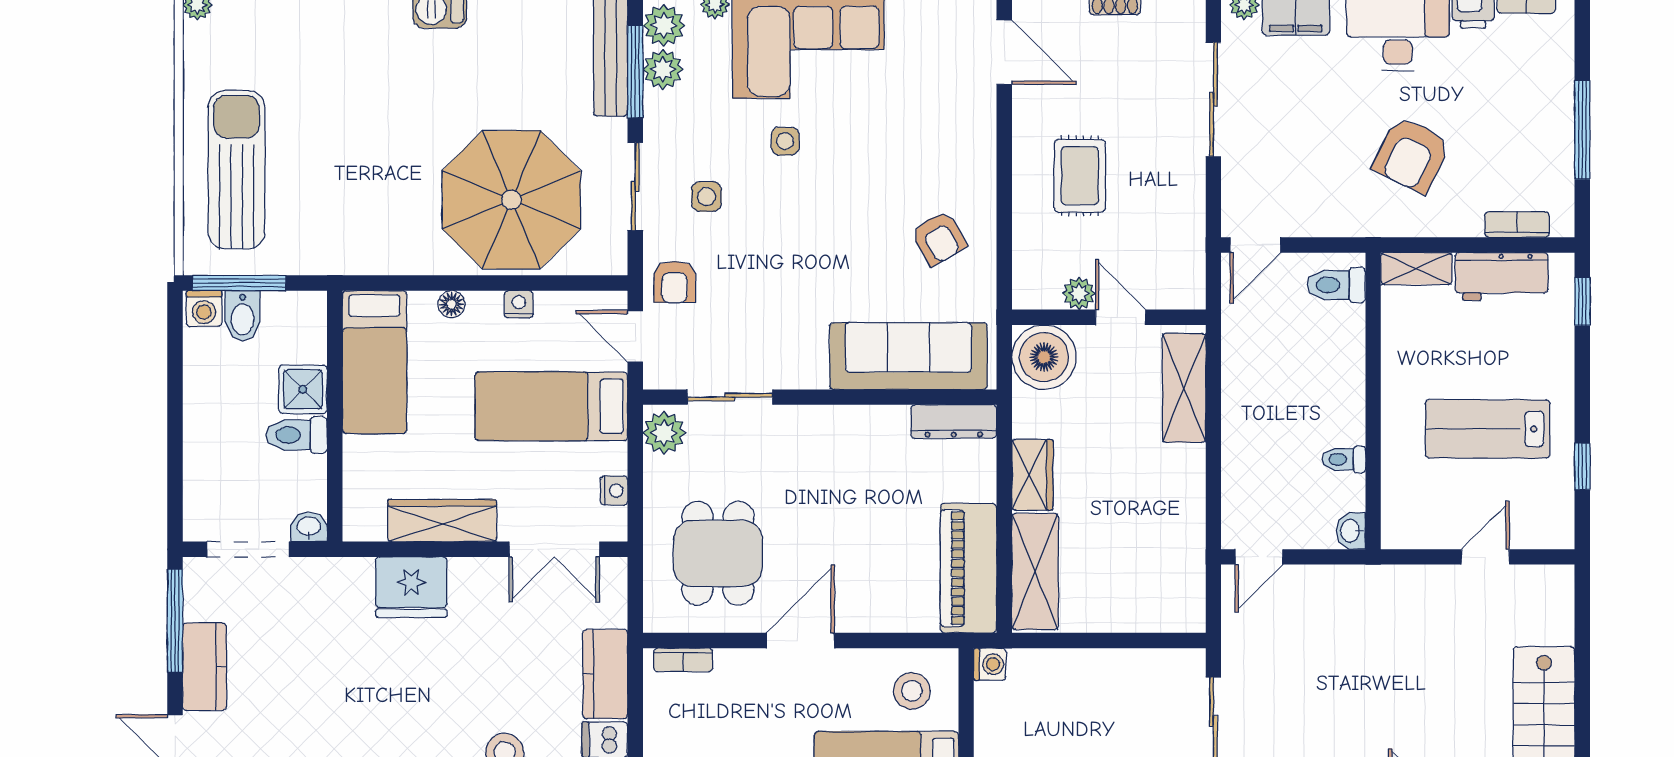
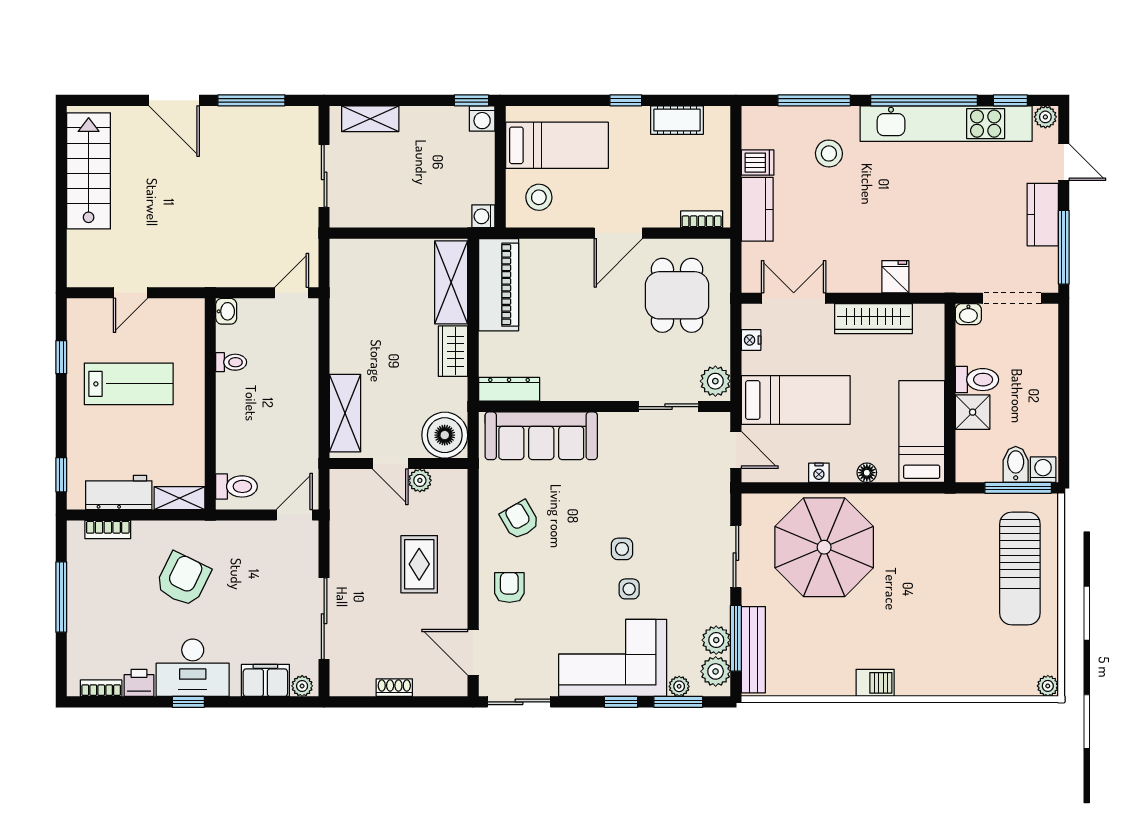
side table: (706, 197) -> (622, 549), moved
armchair: (675, 282) -> (509, 587), moved
fridge: (411, 587) -> (895, 277), width x0.53, depth x0.75

